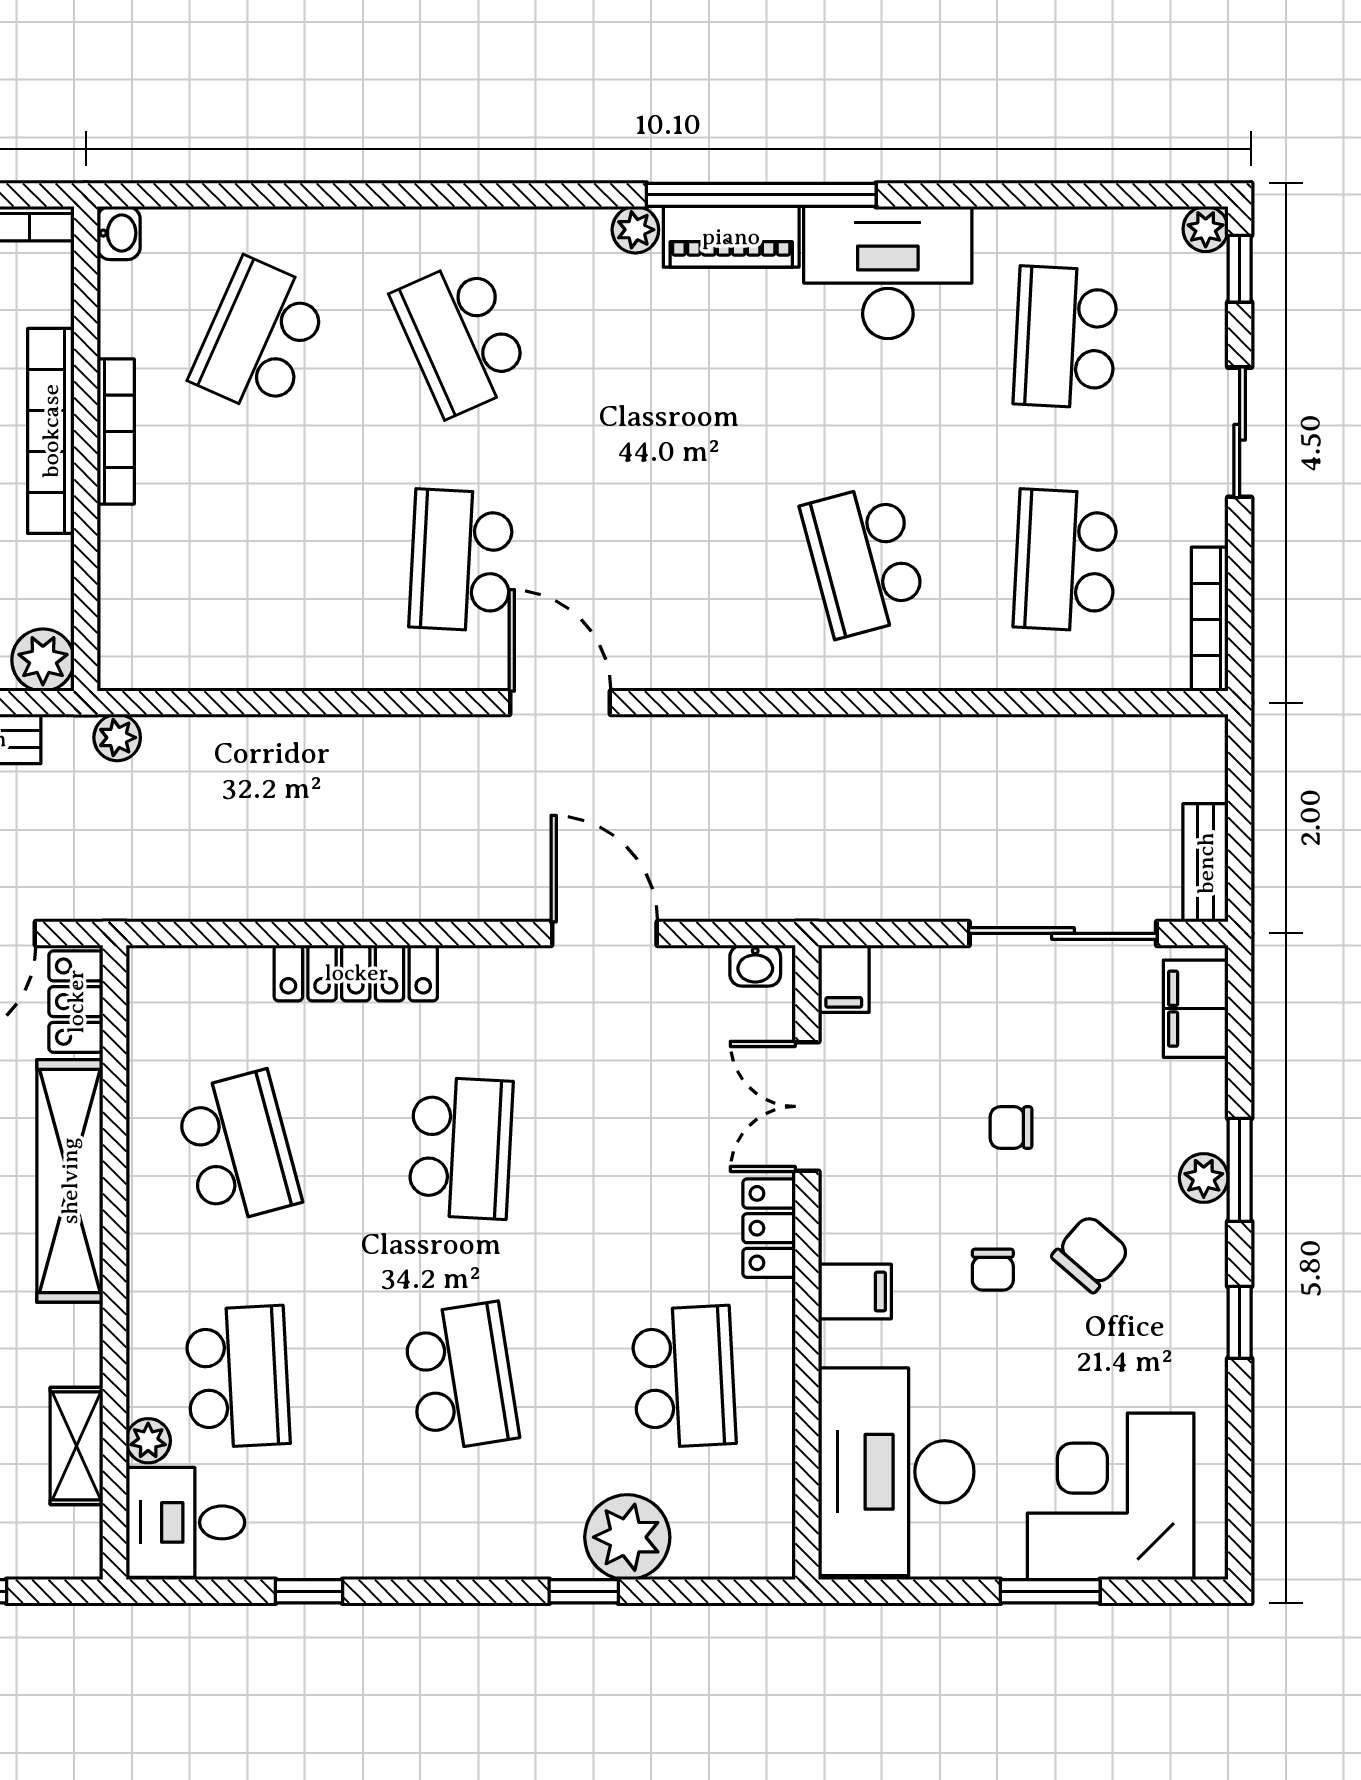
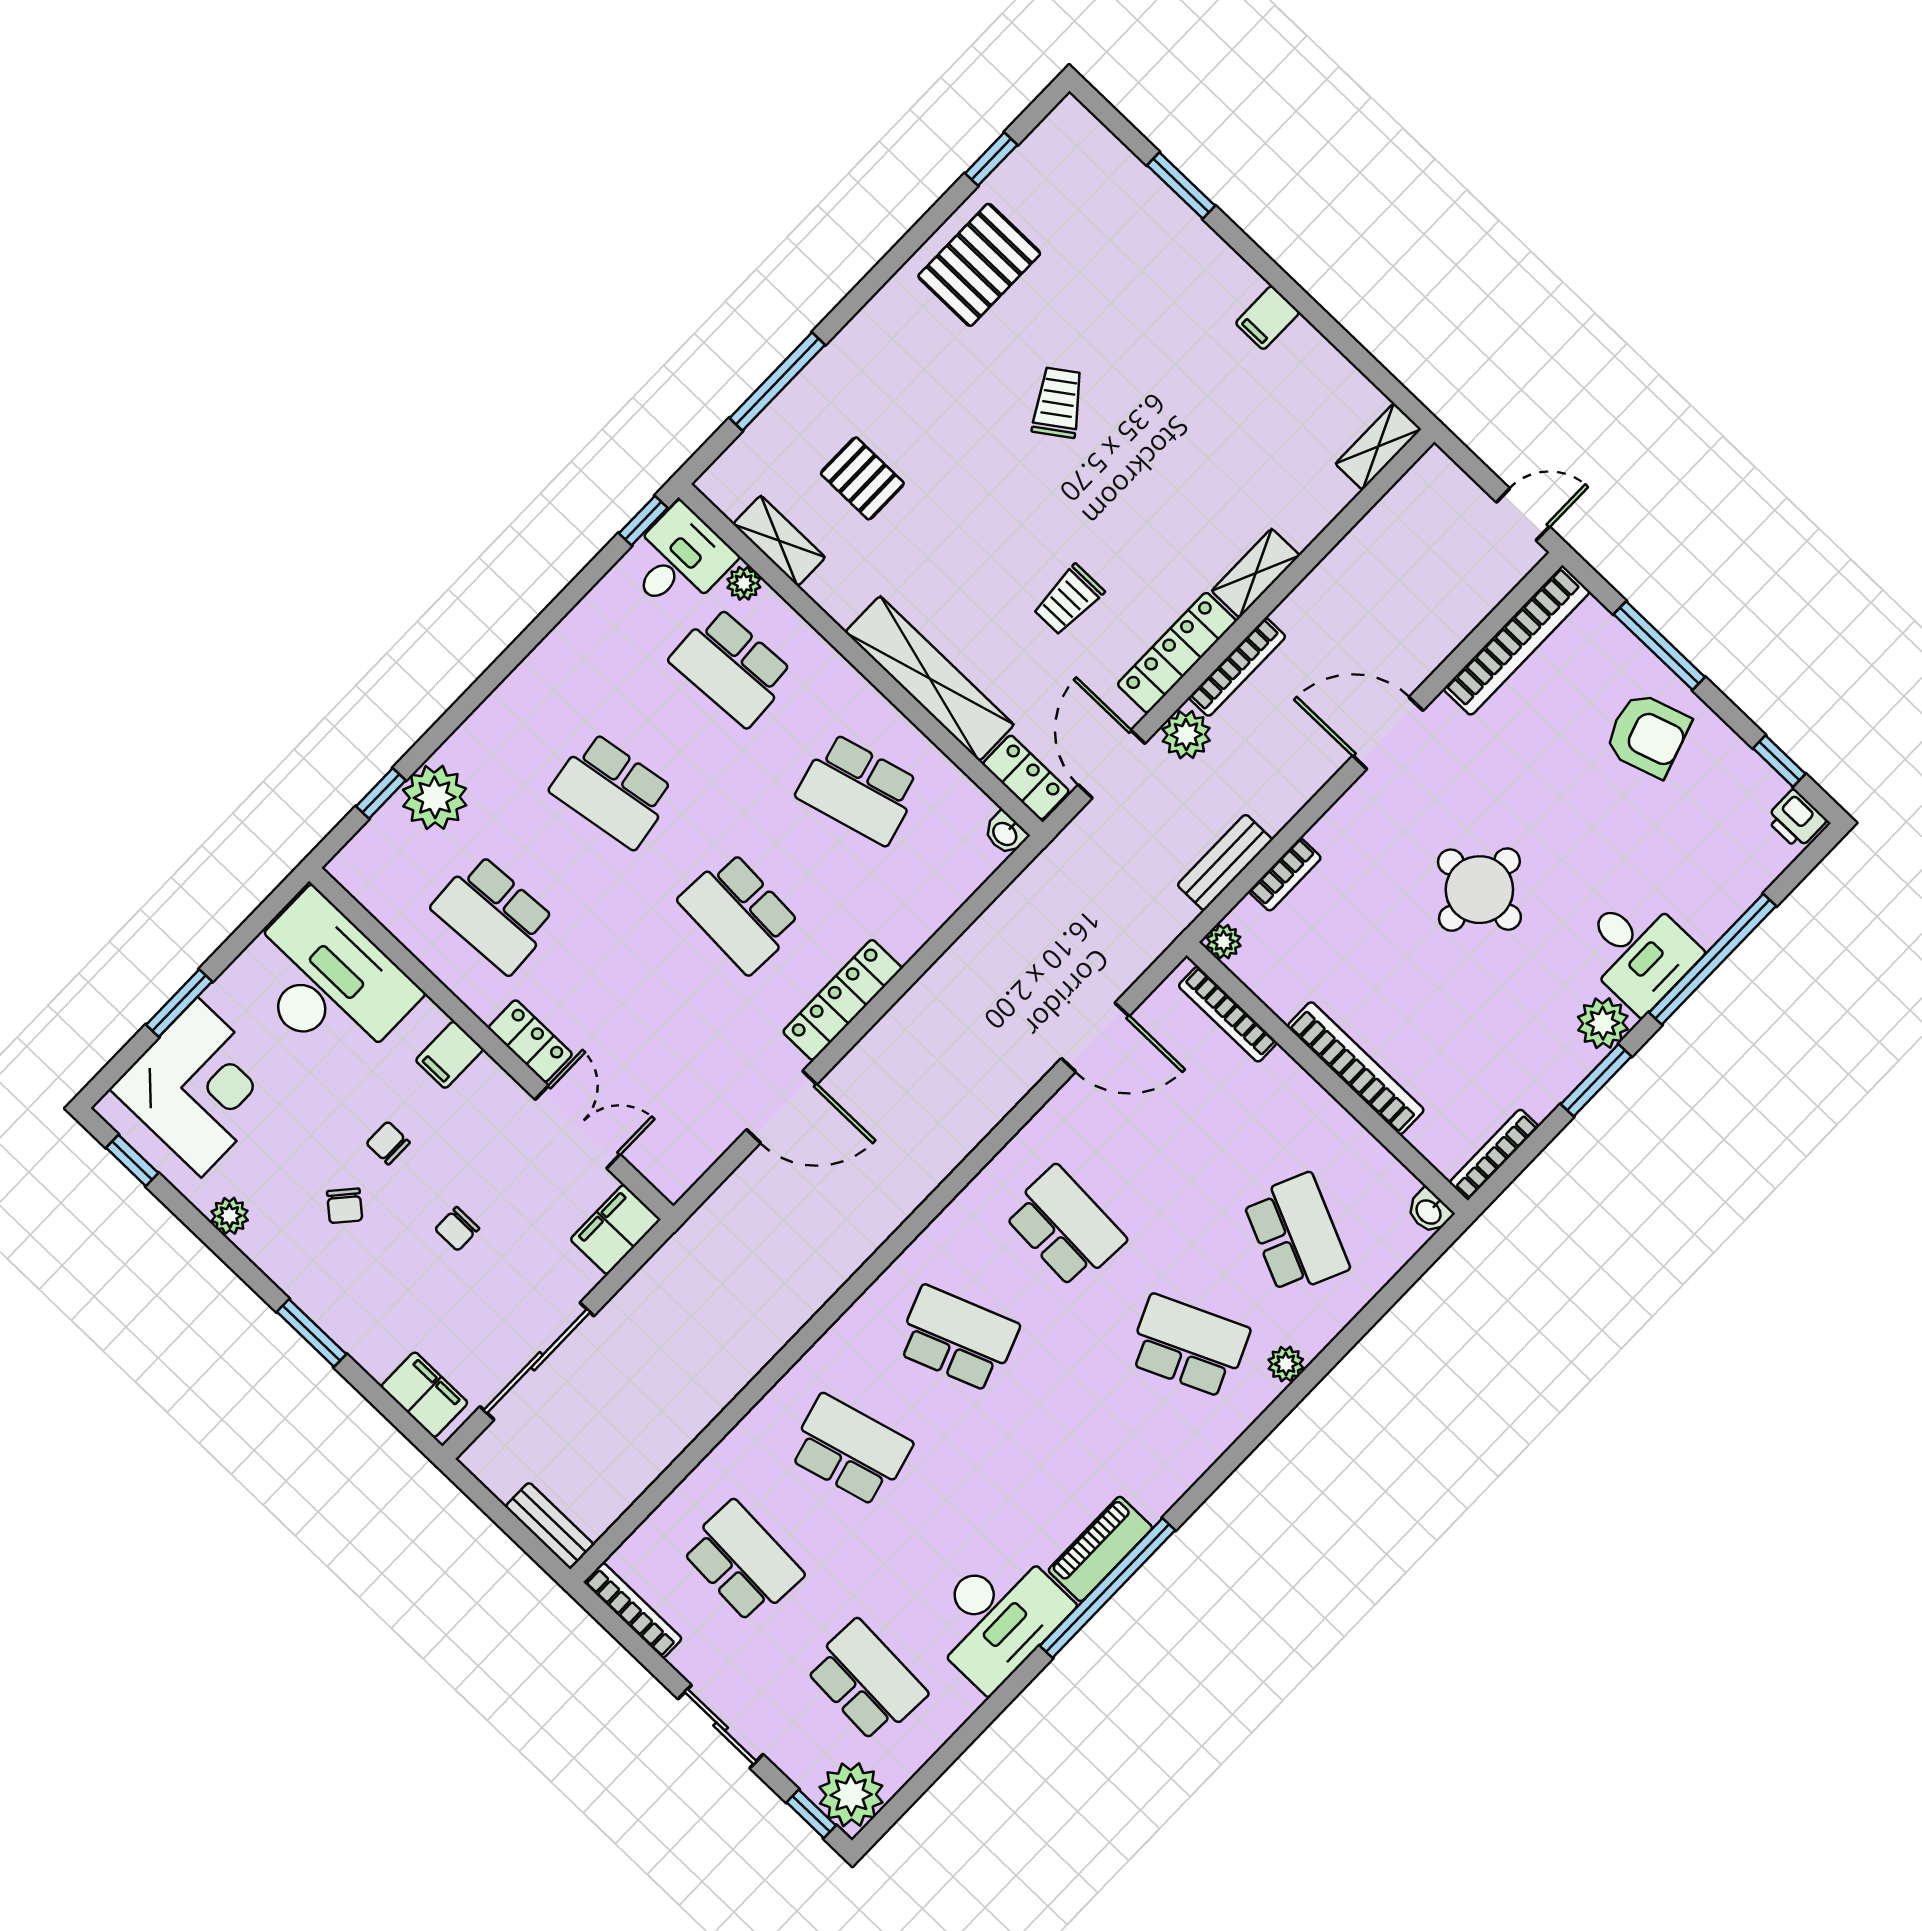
plant: (1206, 229) -> (851, 1795), width x1.88, depth x1.88
plant: (635, 230) -> (1286, 1364), moved
bookcase: (116, 431) -> (1228, 1014), moved
school desk: (663, 560) -> (957, 1338), added
plant: (43, 660) -> (1224, 942), width x0.73, depth x0.73
door: (560, 703) -> (1095, 1037), moved
plant: (117, 738) -> (1150, 941), removed
bench: (1206, 863) -> (550, 1526), moved
washbasin: (755, 966) -> (1005, 833), moved, turned -90
locker: (356, 973) -> (842, 1000), moved
filing cabinet: (844, 979) -> (615, 1229), width x2.00
chair: (1011, 1128) -> (457, 1229), turned 180
plant: (1204, 1178) -> (230, 1216), moved
chair: (1091, 1254) -> (345, 1206), width x0.73, depth x0.73
window: (1240, 1322) -> (132, 1160), moved
window: (309, 1591) -> (643, 521), moved
window: (584, 1591) -> (381, 793), moved

